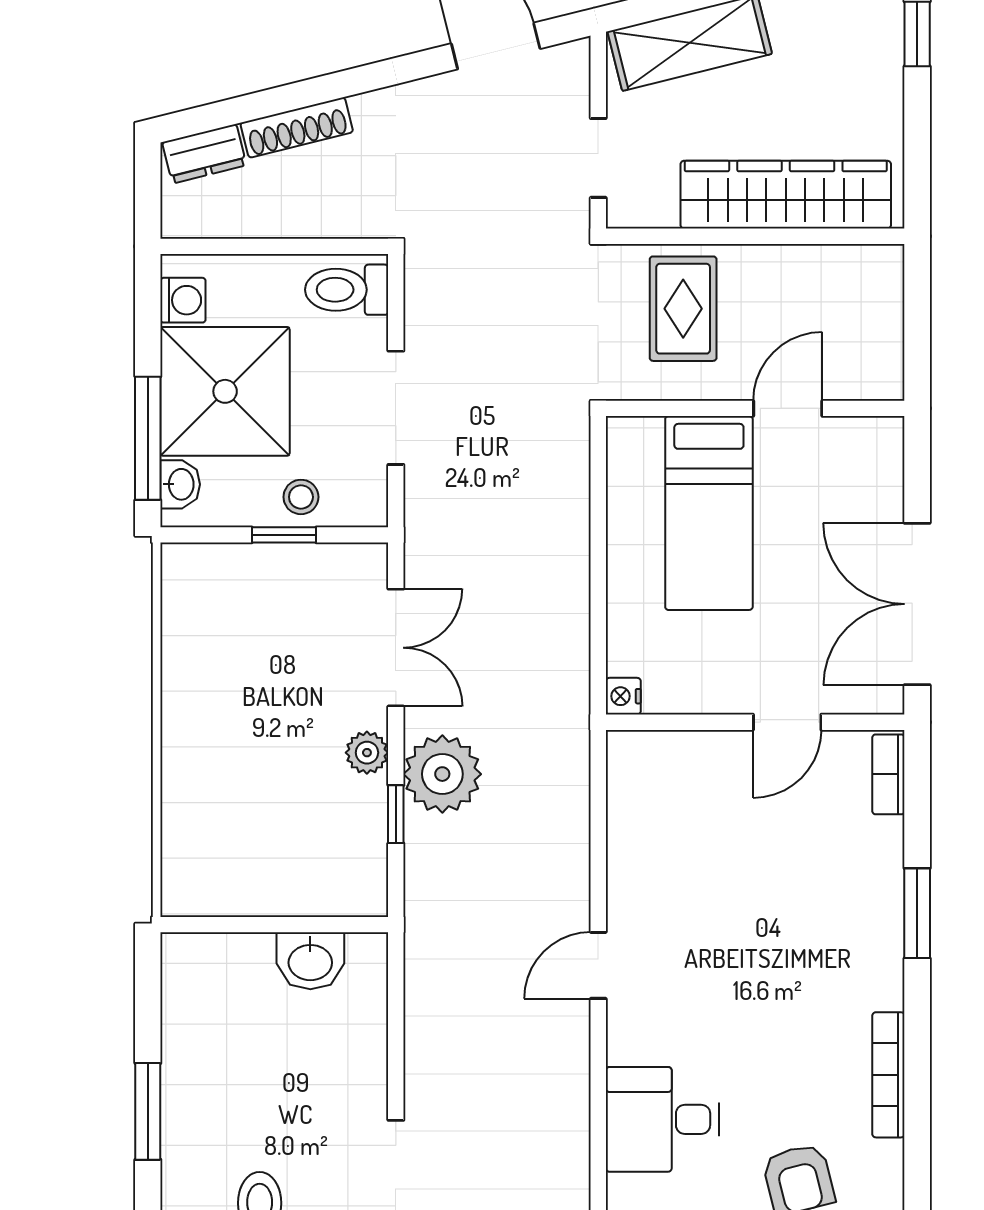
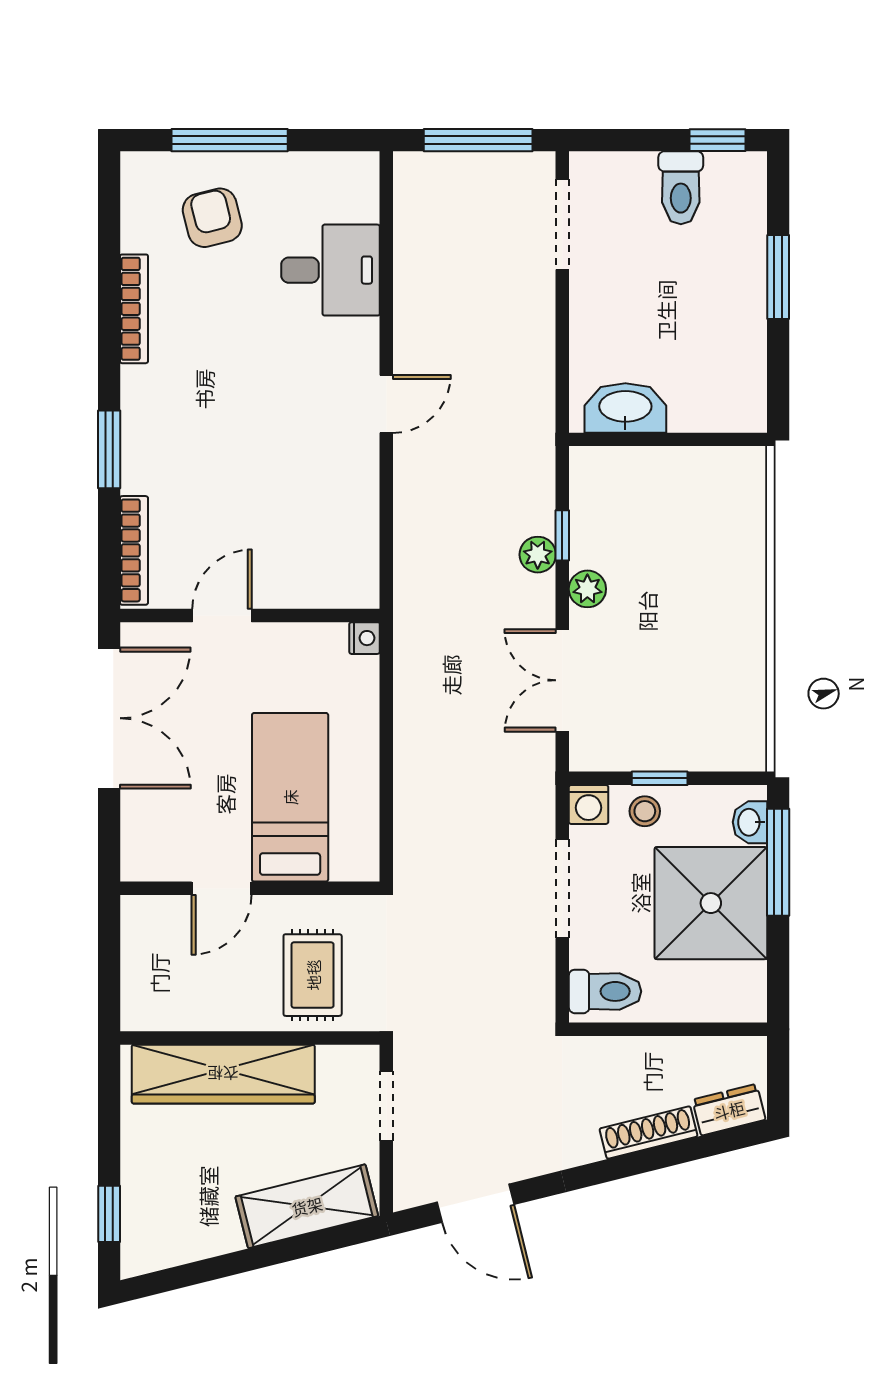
washing machine: (183, 300) -> (589, 804), moved, turned -90
plant: (442, 774) -> (538, 555), width x0.53, depth x0.53
bookcase: (888, 774) -> (134, 550), width x1.56
washbasin: (310, 961) -> (625, 408), width x1.38

